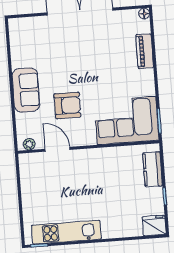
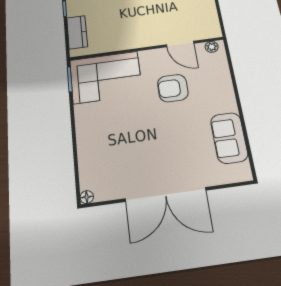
piano: (145, 51) -> (86, 153), removed
sofa: (26, 90) -> (229, 138), moved

